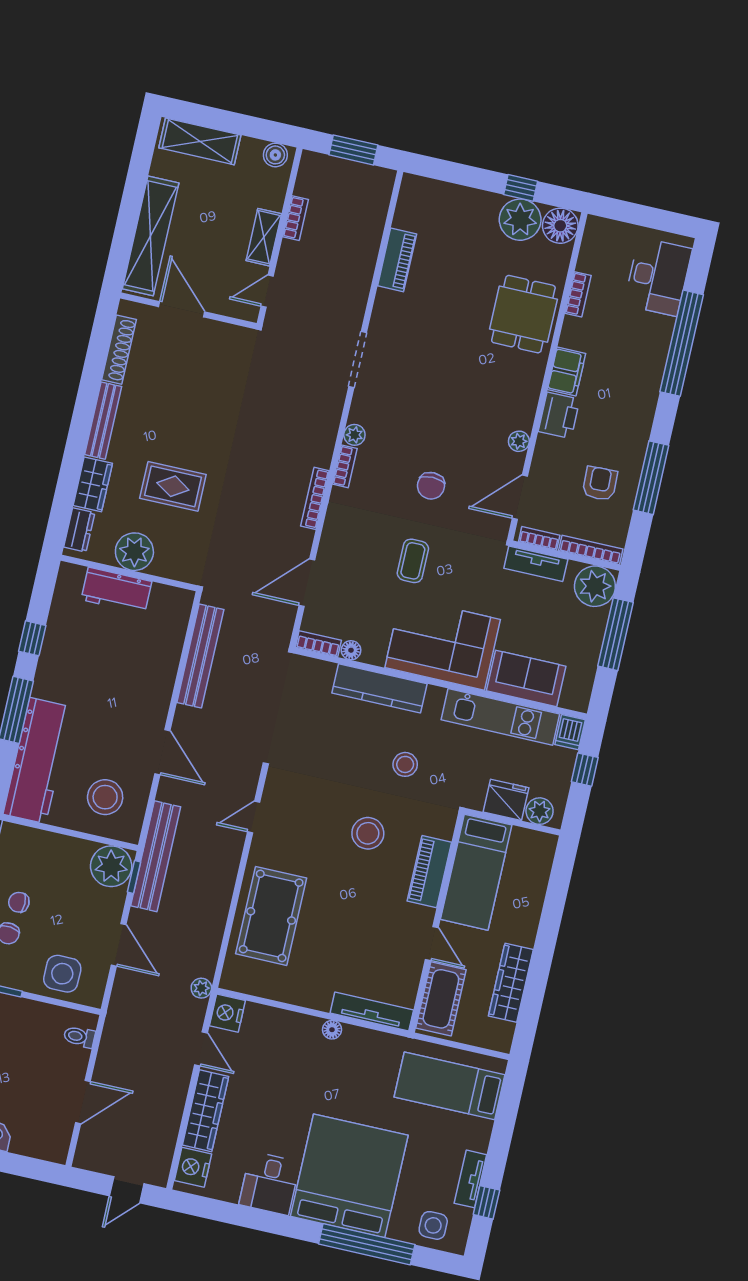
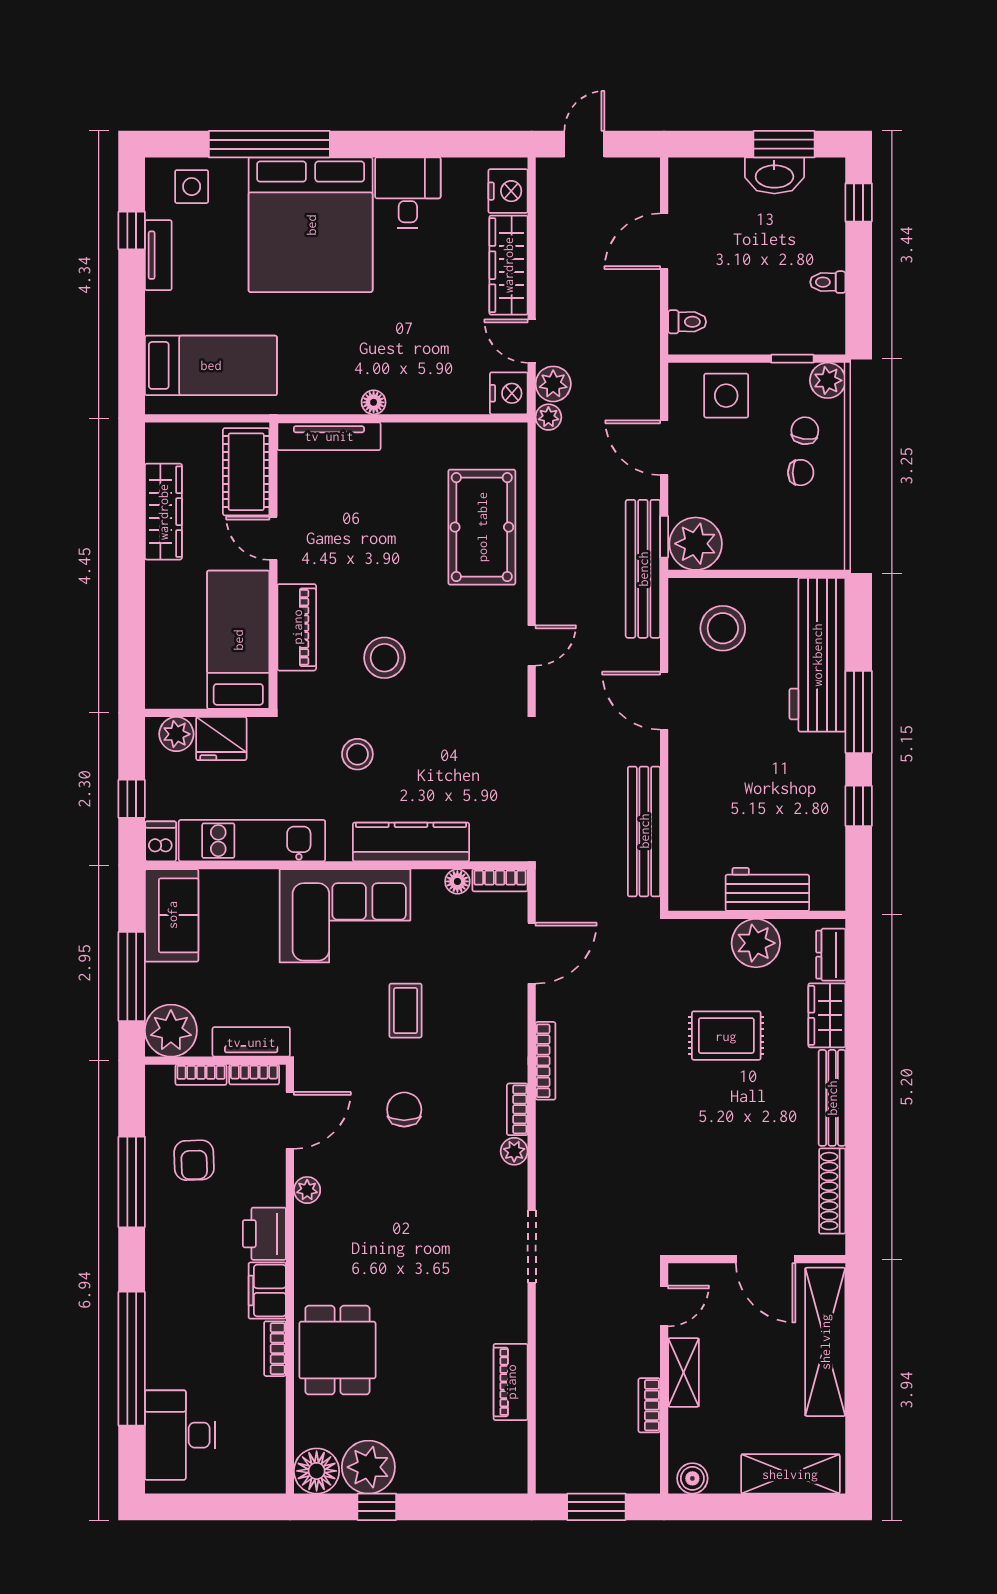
bookcase: (578, 294) -> (275, 1349), moved
bookcase: (591, 550) -> (201, 1075), width x0.64
sofa: (526, 678) -> (172, 915), moved, turned -90
plant: (192, 1013) -> (553, 384), added

